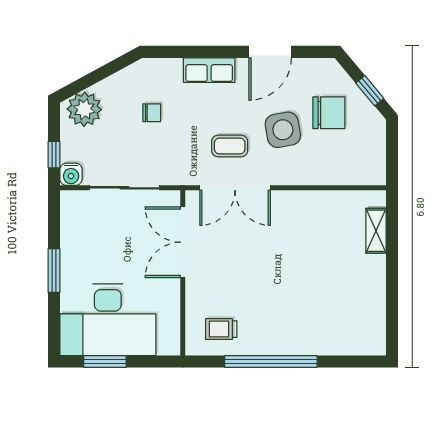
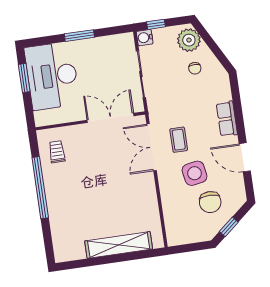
chair: (152, 113) -> (195, 68), moved
shelving: (376, 231) -> (119, 245), width x2.20, depth x1.33

